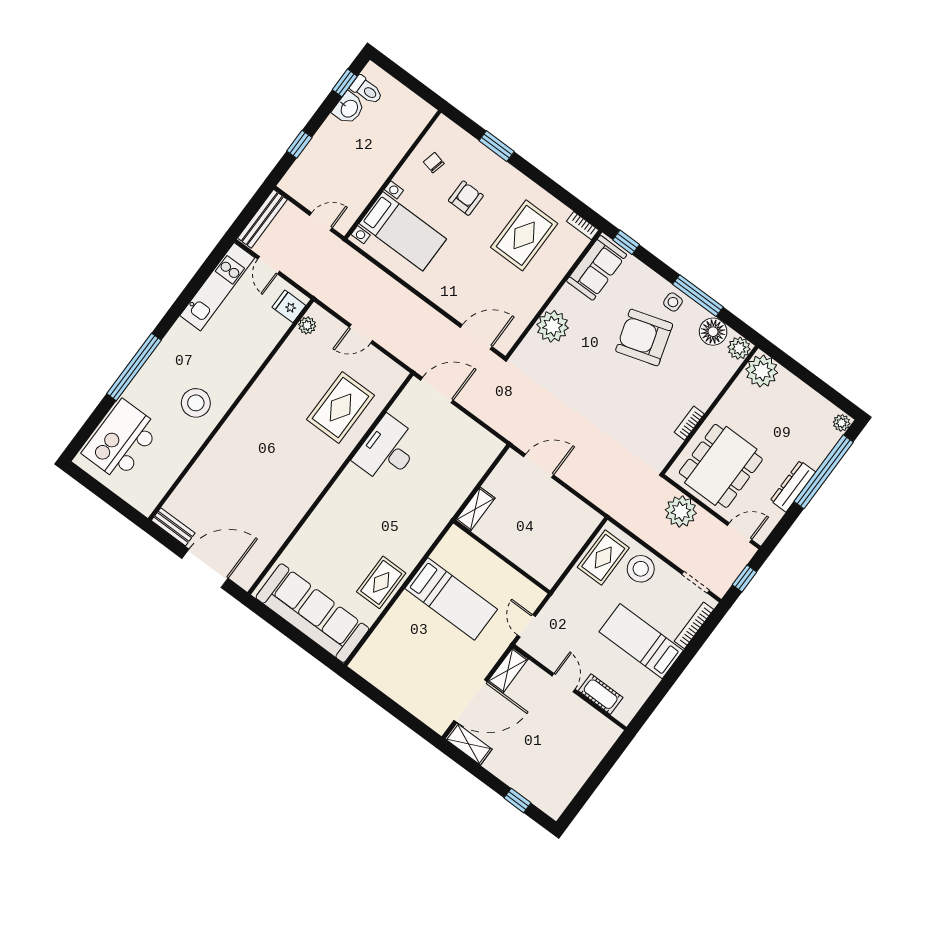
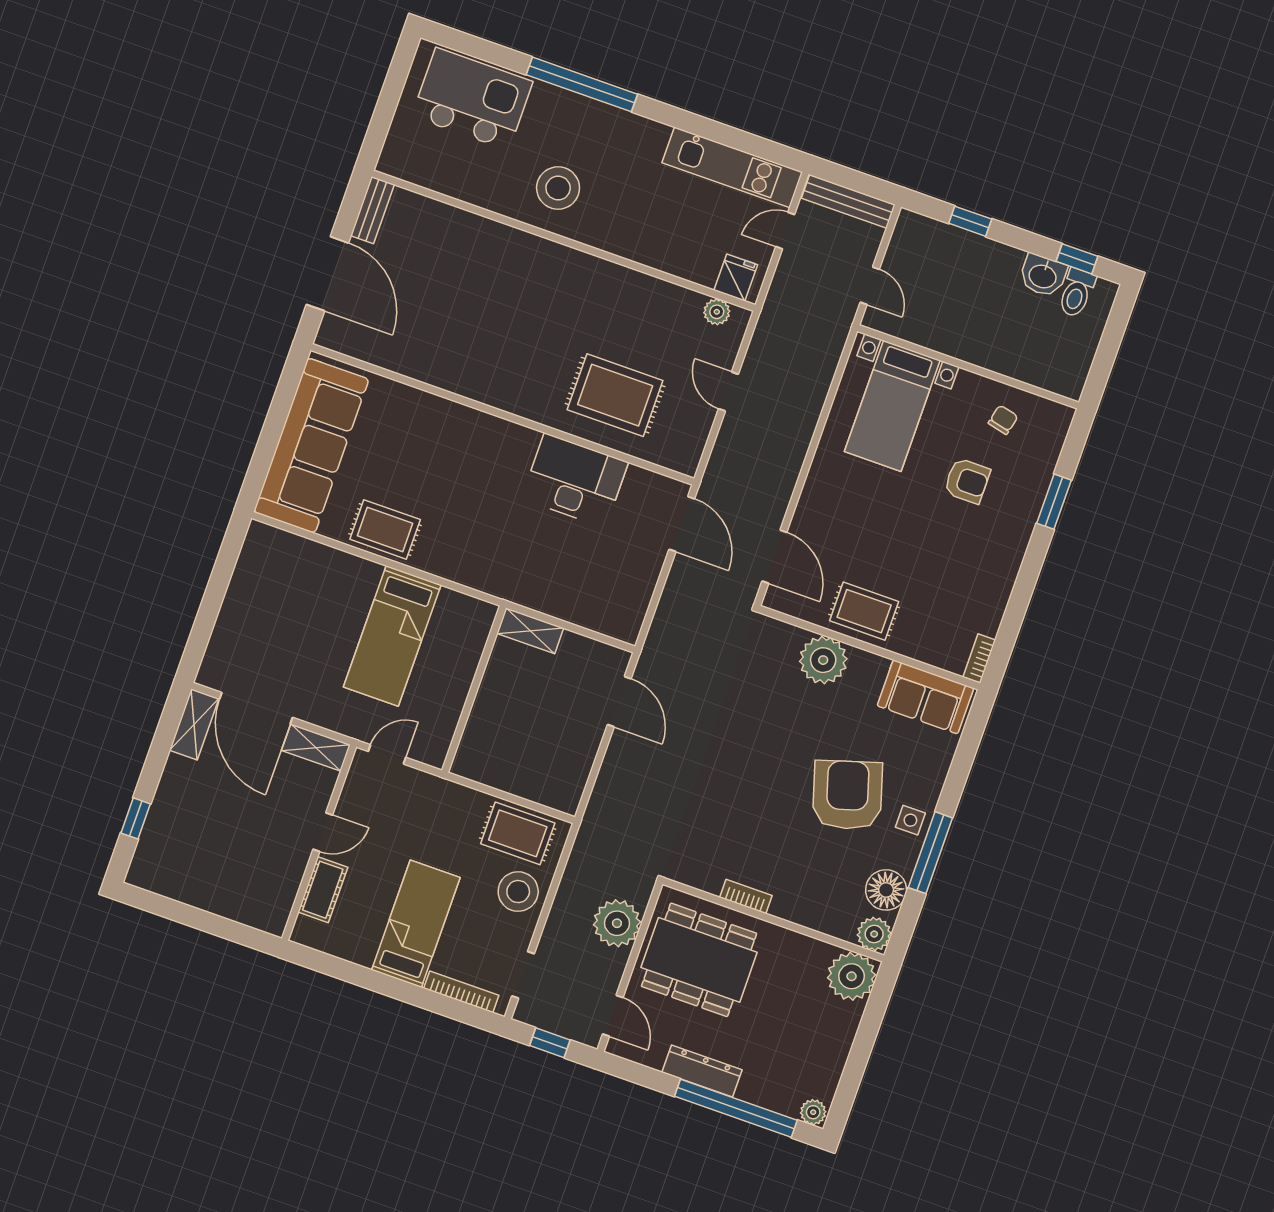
rug: (524, 235) -> (864, 611), moved, width x0.73, depth x0.70
window: (626, 242) -> (975, 727), removed

